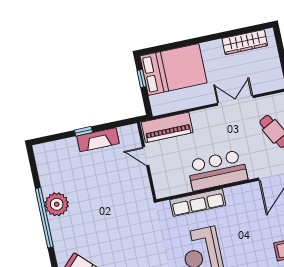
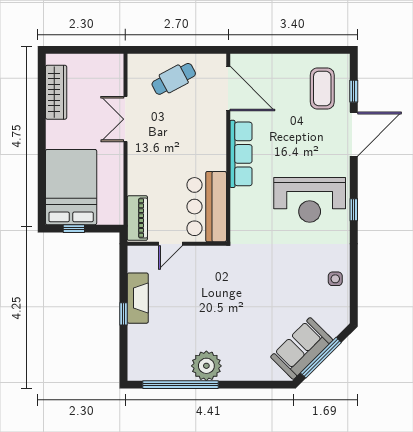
piano: (167, 127) -> (137, 218), width x0.73, depth x0.75
bar counter: (217, 170) -> (207, 207), moved
row of seats: (198, 202) -> (241, 154), moved
window: (44, 218) -> (181, 385), moved

